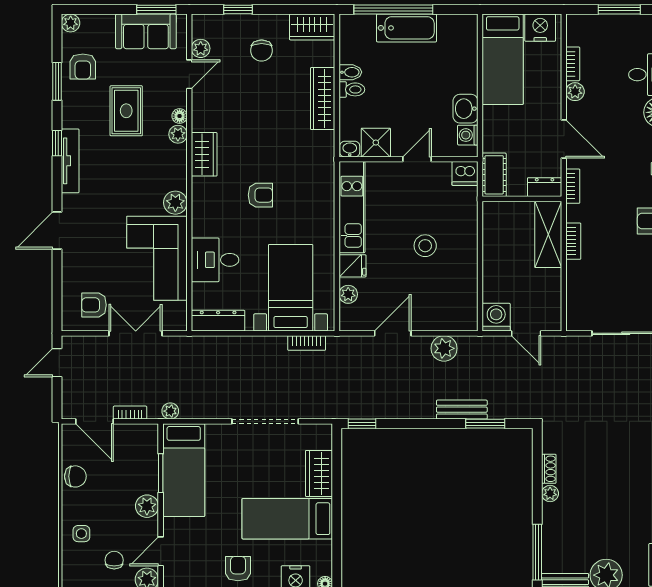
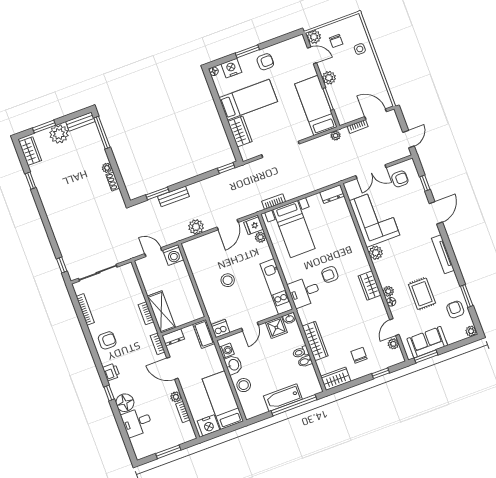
stool: (461, 71) -> (244, 385), added
window: (57, 143) -> (425, 183), moved
desk: (215, 260) -> (304, 292), moved, turned 180
fridge: (352, 266) -> (254, 226), moved
dresser: (218, 321) -> (332, 194), width x0.70
chair: (75, 476) -> (375, 80), removed
door: (161, 551) -> (312, 55), hinge flipped
armchair: (238, 569) -> (265, 62), turned -90

